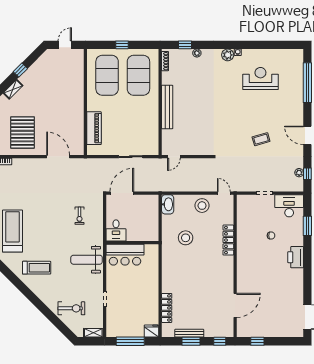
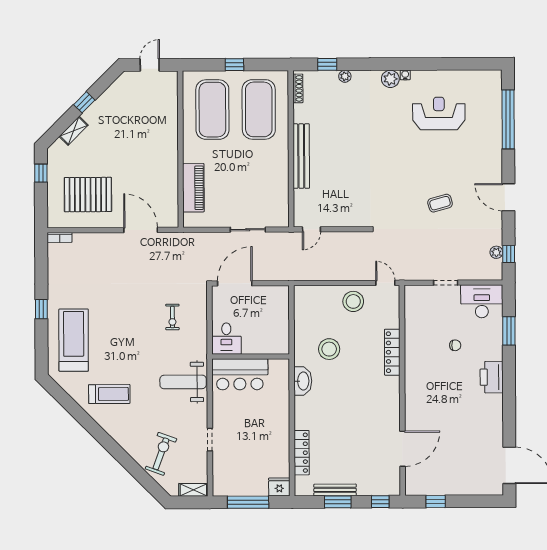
pallet: (23, 133) -> (88, 195), turned 90
washbasin: (168, 204) -> (303, 381), moved
exercise bike: (71, 308) -> (161, 454), turned -70

